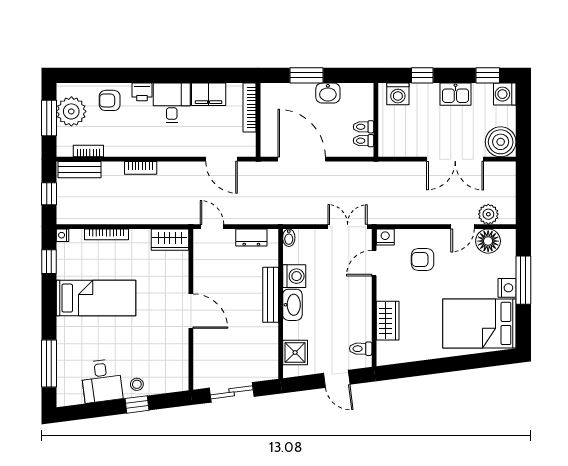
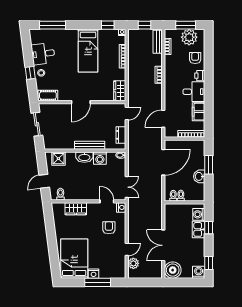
kitchen sink: (455, 94) -> (199, 229), moved
door: (463, 227) -> (127, 249), swing flipped
floor lamp: (488, 241) -> (119, 263), removed
cot: (179, 372) -> (48, 95), added

